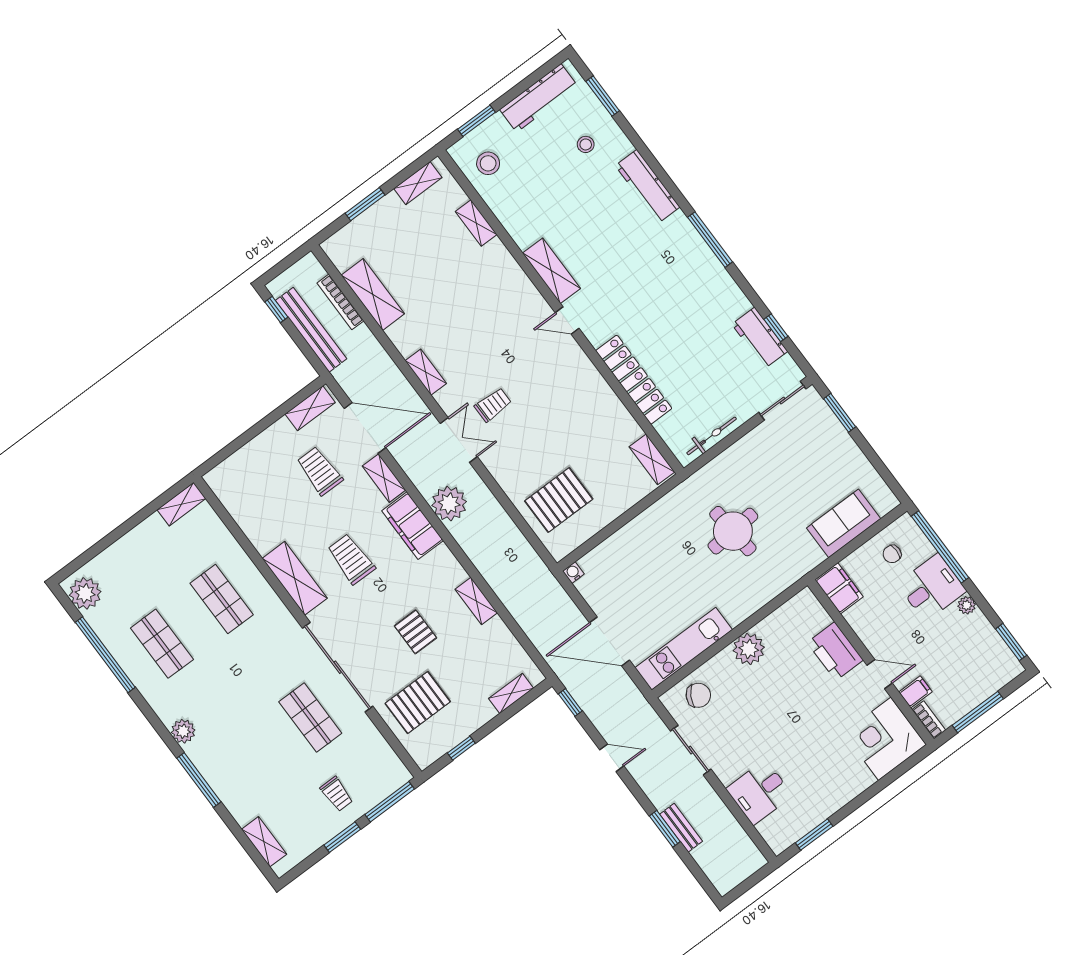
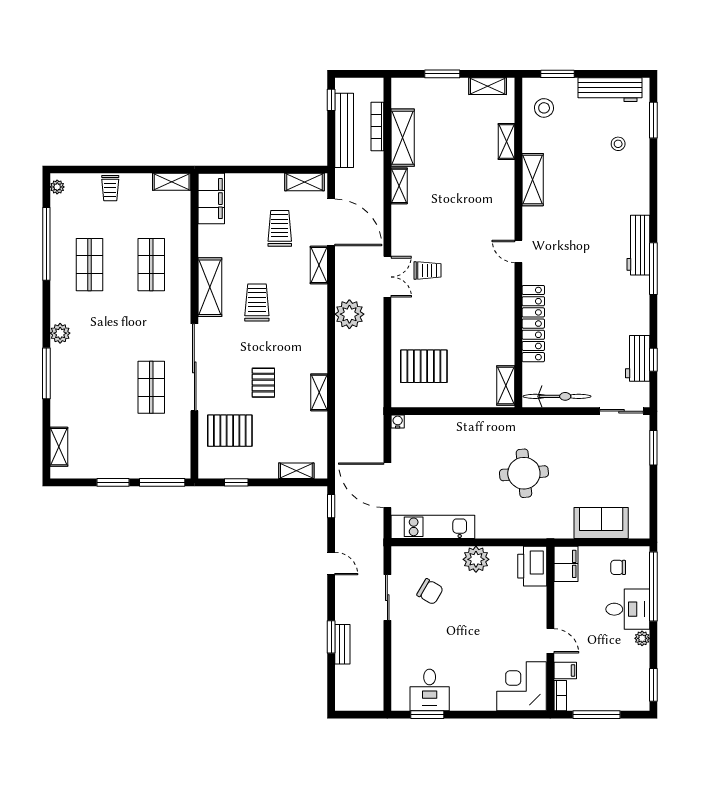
workbench: (648, 186) -> (638, 245), moved
shelving: (551, 271) -> (533, 180), moved
shelving: (426, 372) -> (399, 186), moved
bicycle: (712, 436) -> (557, 396), width x1.37, depth x1.40
filing cabinet: (413, 526) -> (211, 199), moved, turned 180
plant: (85, 593) -> (57, 187), width x0.53, depth x0.53
printer: (835, 651) -> (532, 566), moved
chair: (698, 695) -> (430, 592), moved
desk: (759, 792) -> (430, 690), moved, turned -90
trolley: (337, 794) -> (110, 188), moved

